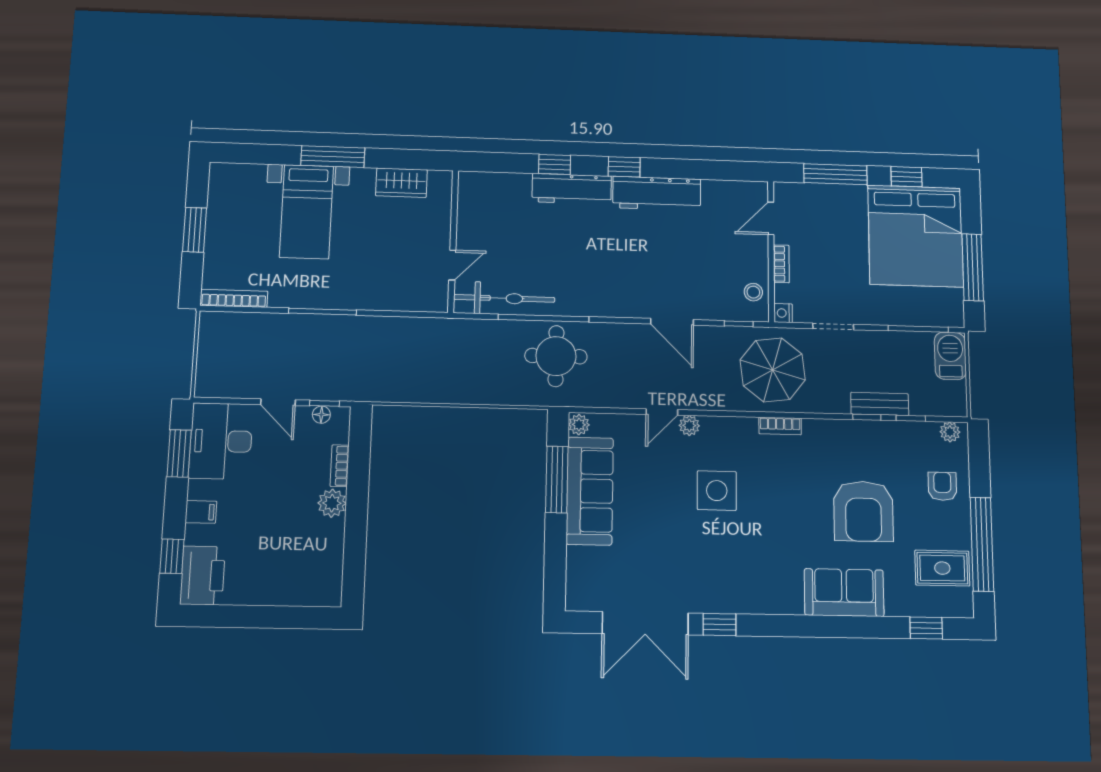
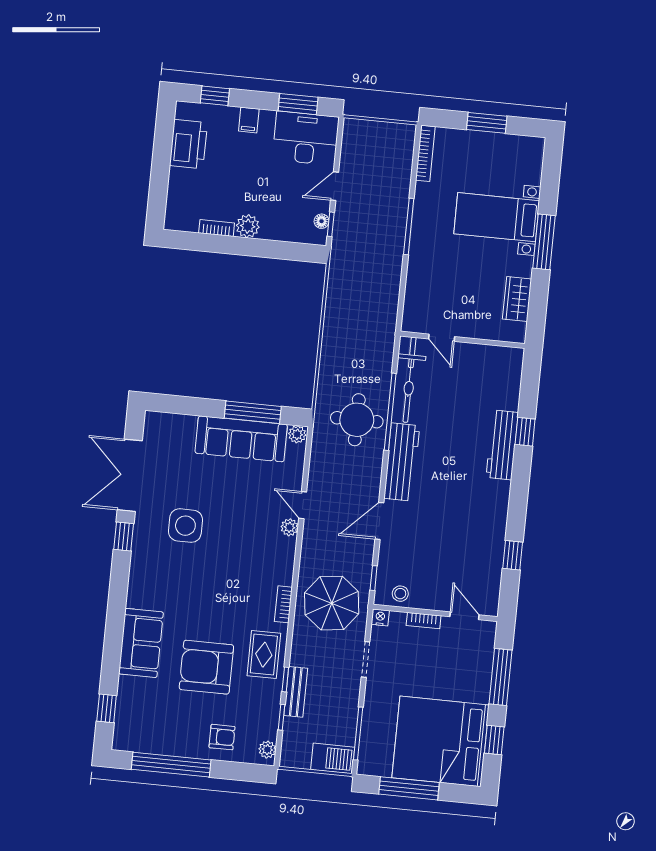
window: (624, 167) -> (513, 555), moved
workbench: (657, 193) -> (402, 462), moved, turned 180
bookcase: (340, 466) -> (217, 228), moved
side table: (717, 491) -> (185, 526), moved
rug: (942, 568) -> (264, 655), moved
printer: (203, 575) -> (188, 144), moved, turned -90

